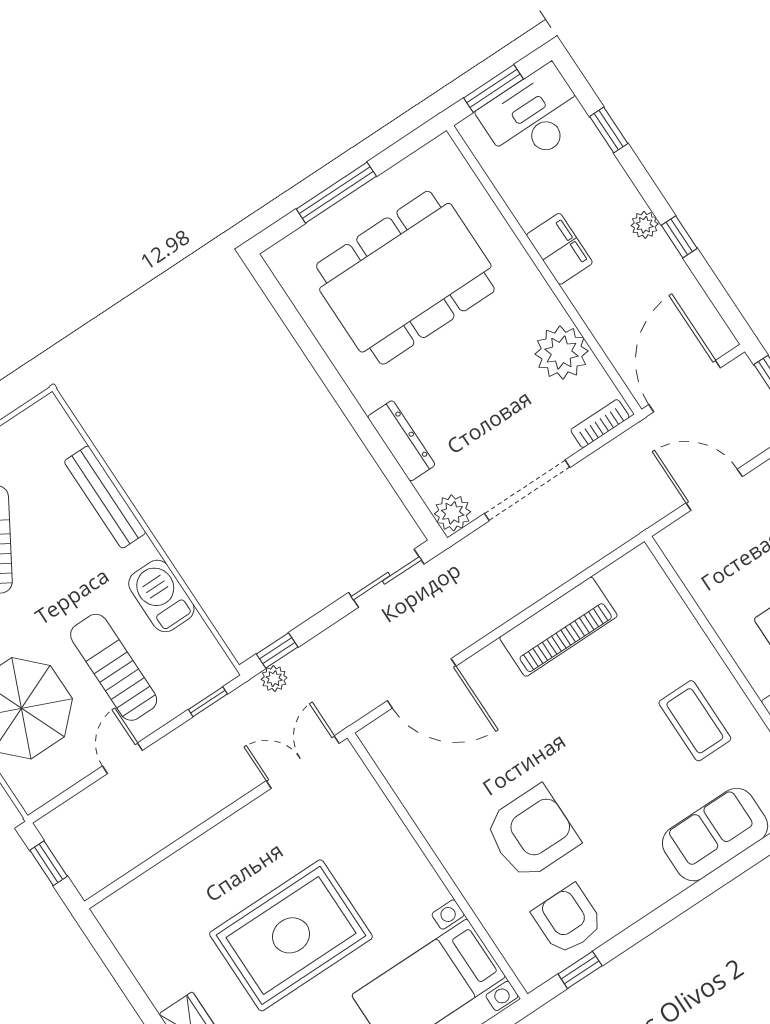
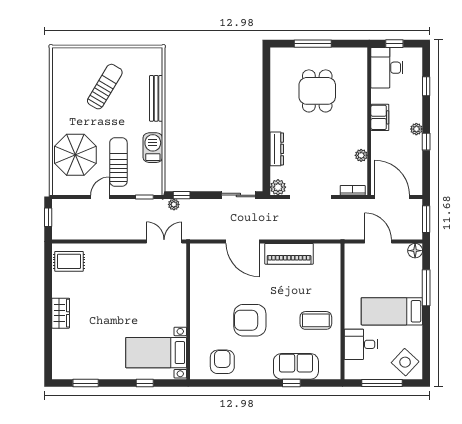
window: (493, 89) -> (394, 44), width x0.67
desk: (533, 117) -> (387, 68), moved, turned -90
dining table: (405, 278) -> (317, 91), width x0.53, depth x0.80
plant: (561, 353) -> (361, 155), width x0.53, depth x0.53
door: (685, 386) -> (392, 197), hinge flipped
door: (422, 683) -> (243, 242), moved
coffee table: (695, 721) -> (316, 320), turned 90
armchair: (532, 833) -> (250, 320), moved, turned 180
rug: (291, 935) -> (69, 261), moved, width x0.54, depth x0.49
window: (580, 970) -> (291, 383), moved

